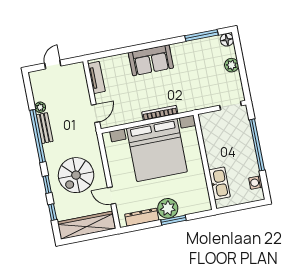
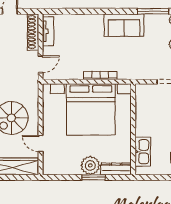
sofa: (151, 60) -> (124, 25), moved
shoe rack: (81, 81) -> (33, 32), added
dresser: (142, 217) -> (116, 169), moved

